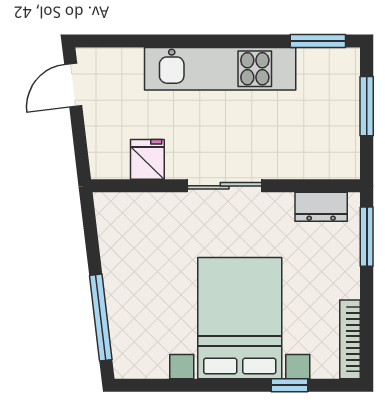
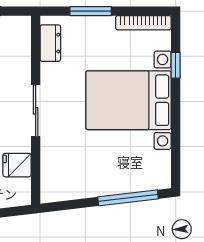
window: (367, 237) -> (91, 11), moved

